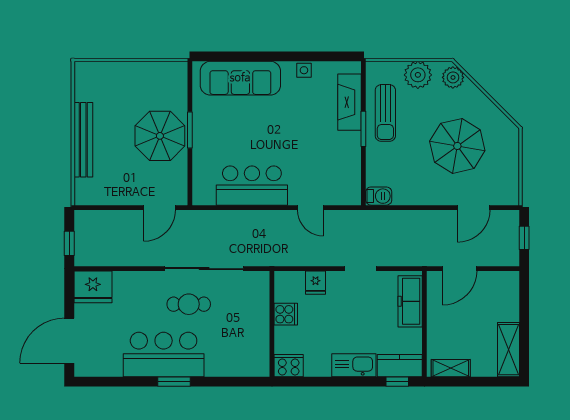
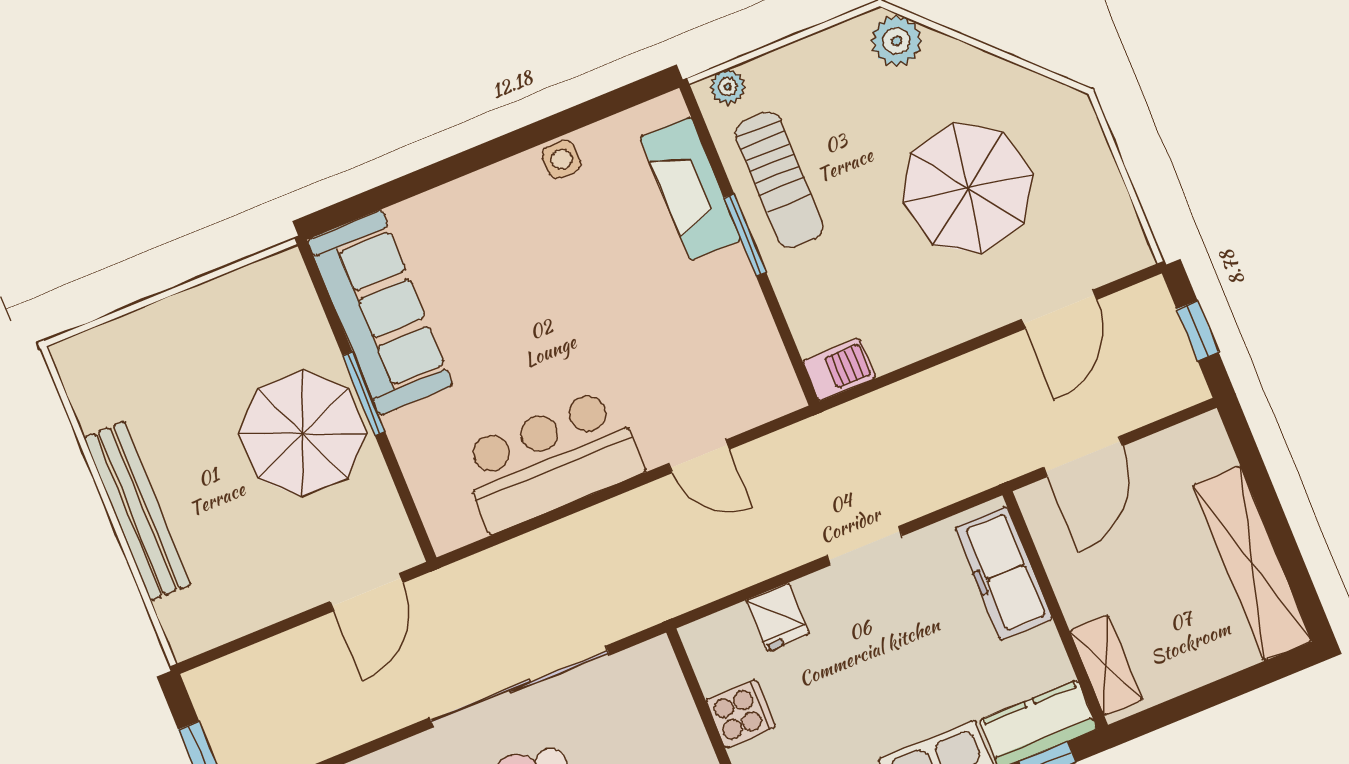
plant: (418, 75) -> (728, 87), moved, width x0.53, depth x0.53
sofa: (240, 78) -> (380, 313), moved, turned -90
shelving: (508, 350) -> (1252, 563), width x1.47
shelving: (451, 368) -> (1106, 665), moved, turned 90

